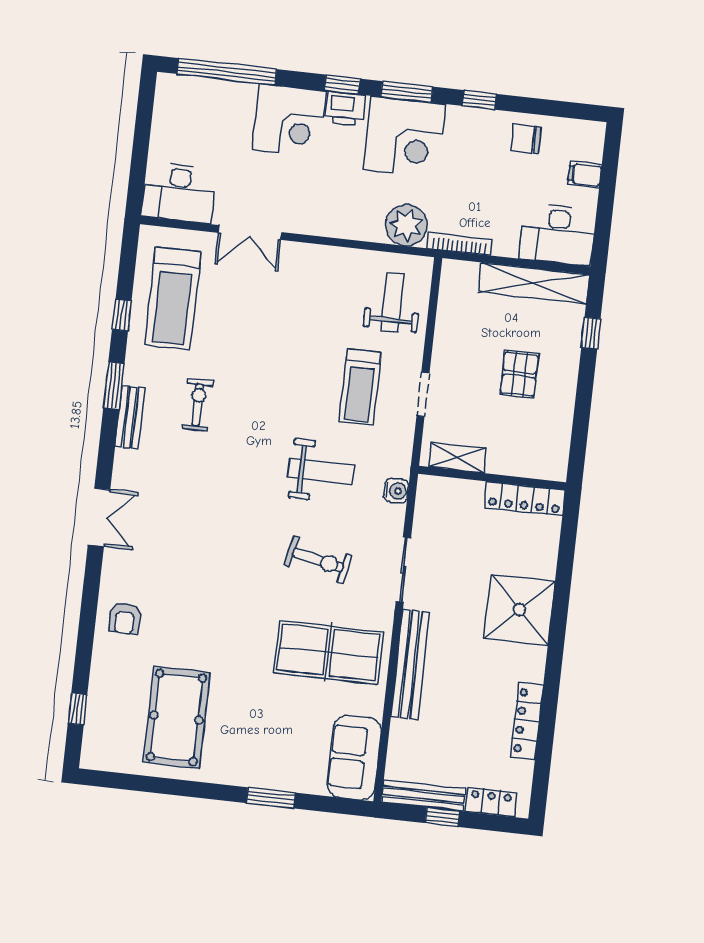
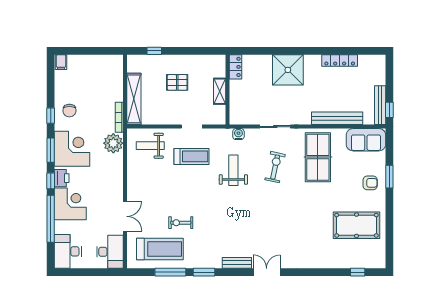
window: (227, 72) -> (51, 219), moved
chair: (526, 139) -> (69, 111), moved
filing cabinet: (585, 175) -> (61, 62), moved
desk: (558, 235) -> (68, 251), moved, turned 180
shelving: (534, 283) -> (134, 99), moved
window: (122, 315) -> (170, 272), width x2.17
exercise bike: (198, 405) -> (181, 223), moved
bench: (130, 417) -> (237, 263), moved
shelving: (457, 458) -> (220, 91), moved
locker: (525, 499) -> (235, 67), width x0.66
armchair: (125, 618) -> (370, 183), moved
bench: (410, 664) -> (337, 118), moved
locker: (491, 802) -> (380, 73), removed
window: (442, 817) -> (389, 110), moved

